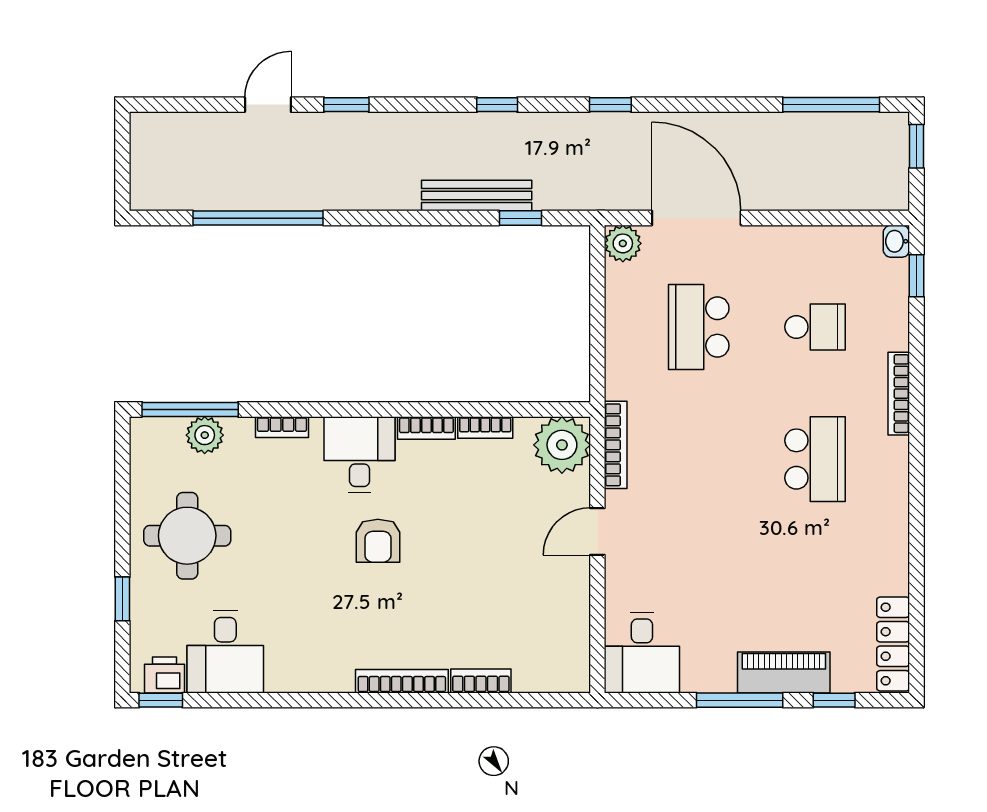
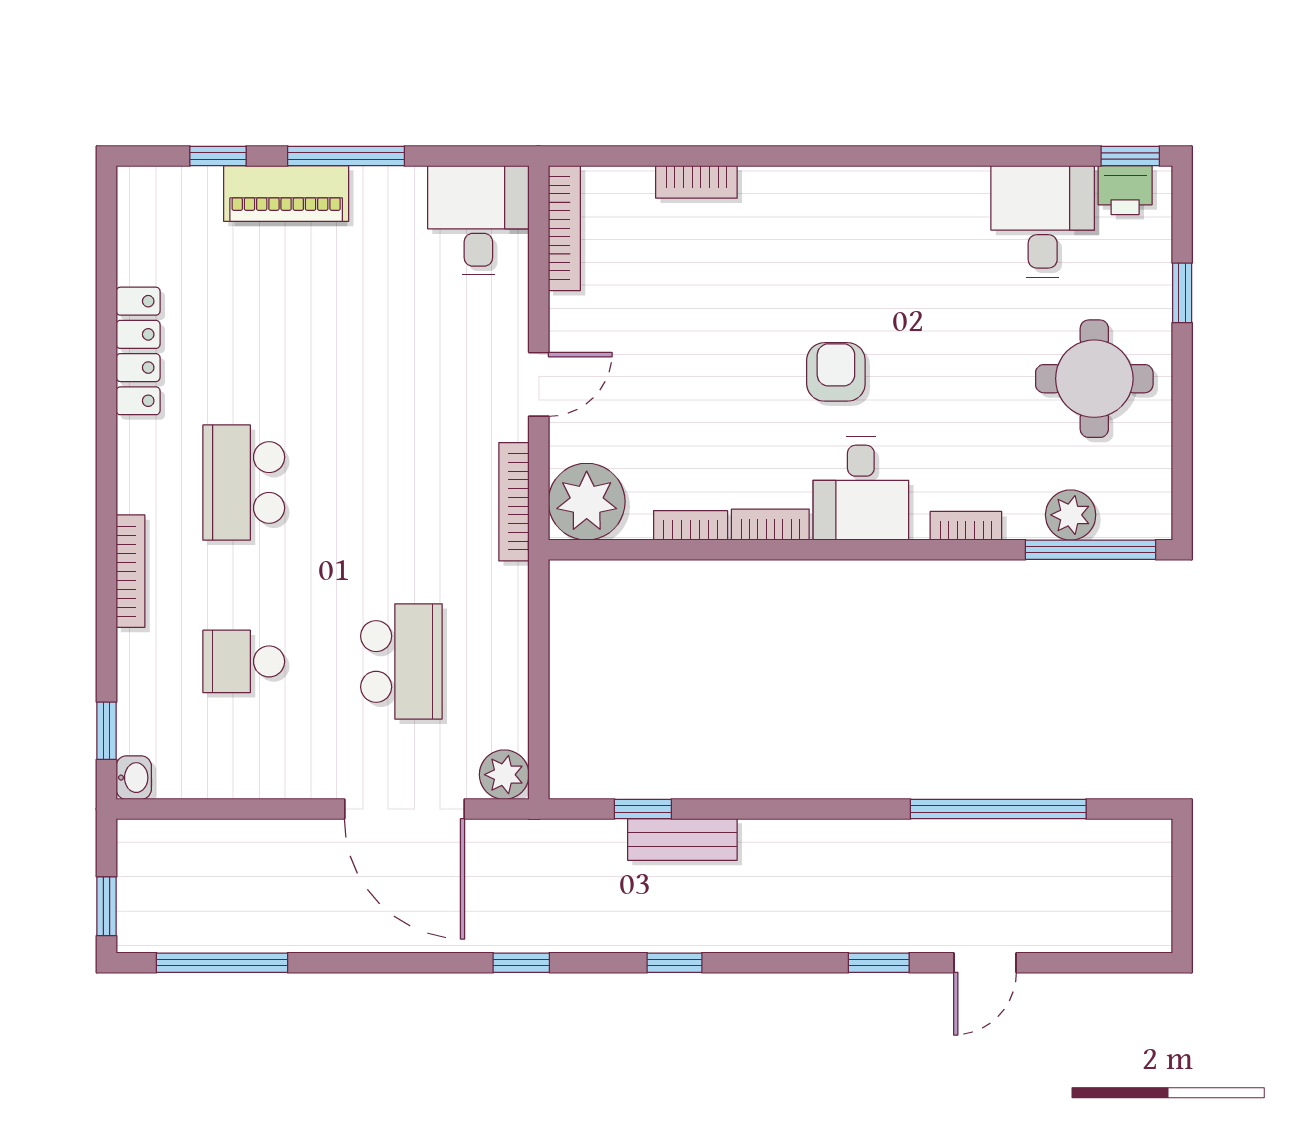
bench: (477, 196) -> (682, 840), width x0.73
locker: (893, 644) -> (138, 351), moved
bookcase: (402, 681) -> (564, 228), moved, turned -90

